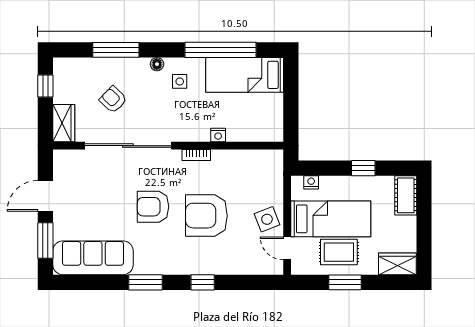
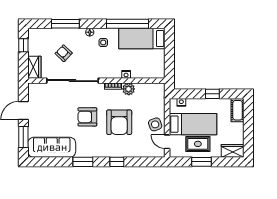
plant: (222, 160) -> (129, 89), added
armchair: (206, 216) -> (119, 122), turned -90

